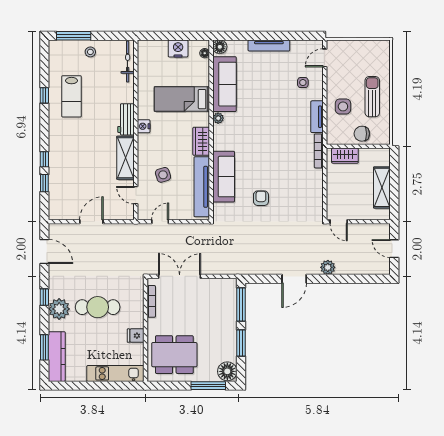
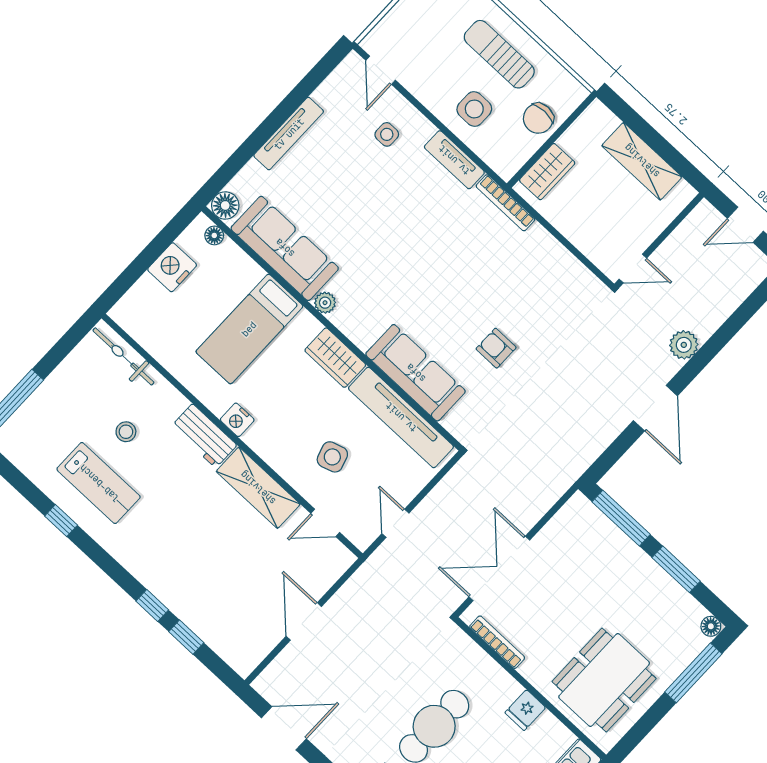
stool: (90, 52) -> (126, 432), moved
floor lamp: (227, 371) -> (711, 626), width x0.53, depth x0.53

